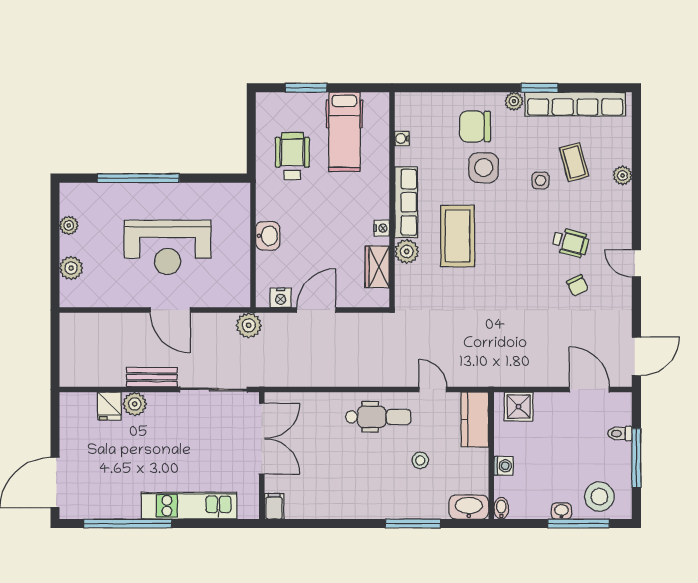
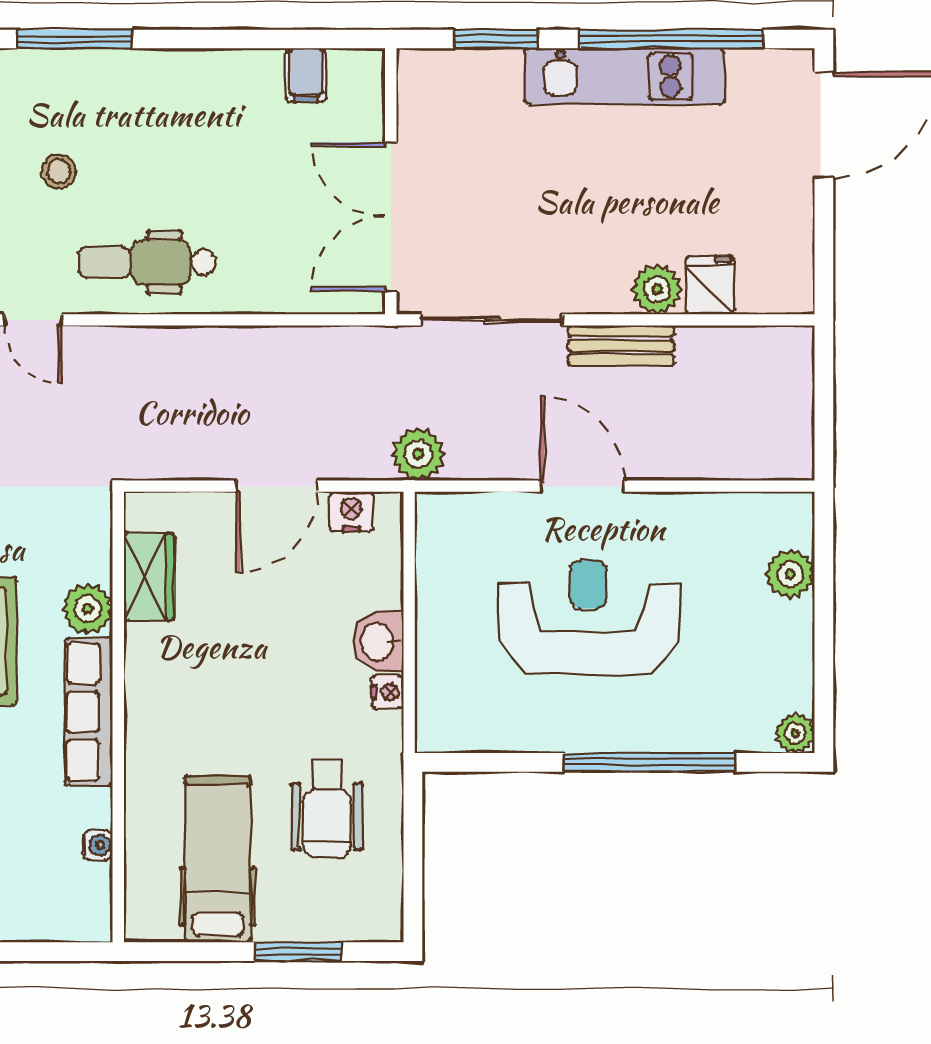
plant: (69, 225) -> (795, 733), moved
nightstand: (382, 228) -> (388, 692), moved, turned 180
kitchen unit: (189, 506) -> (624, 76), moved
filing cabinet: (274, 506) -> (306, 75), moved
window: (211, 524) -> (496, 39), added

